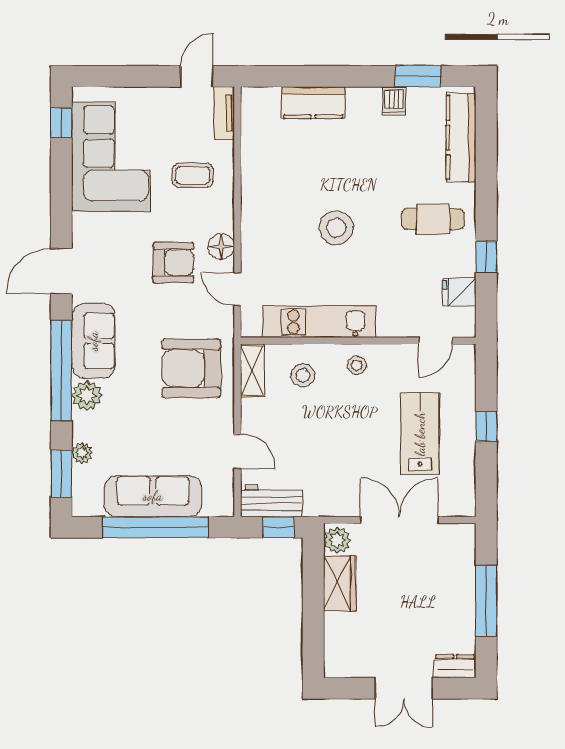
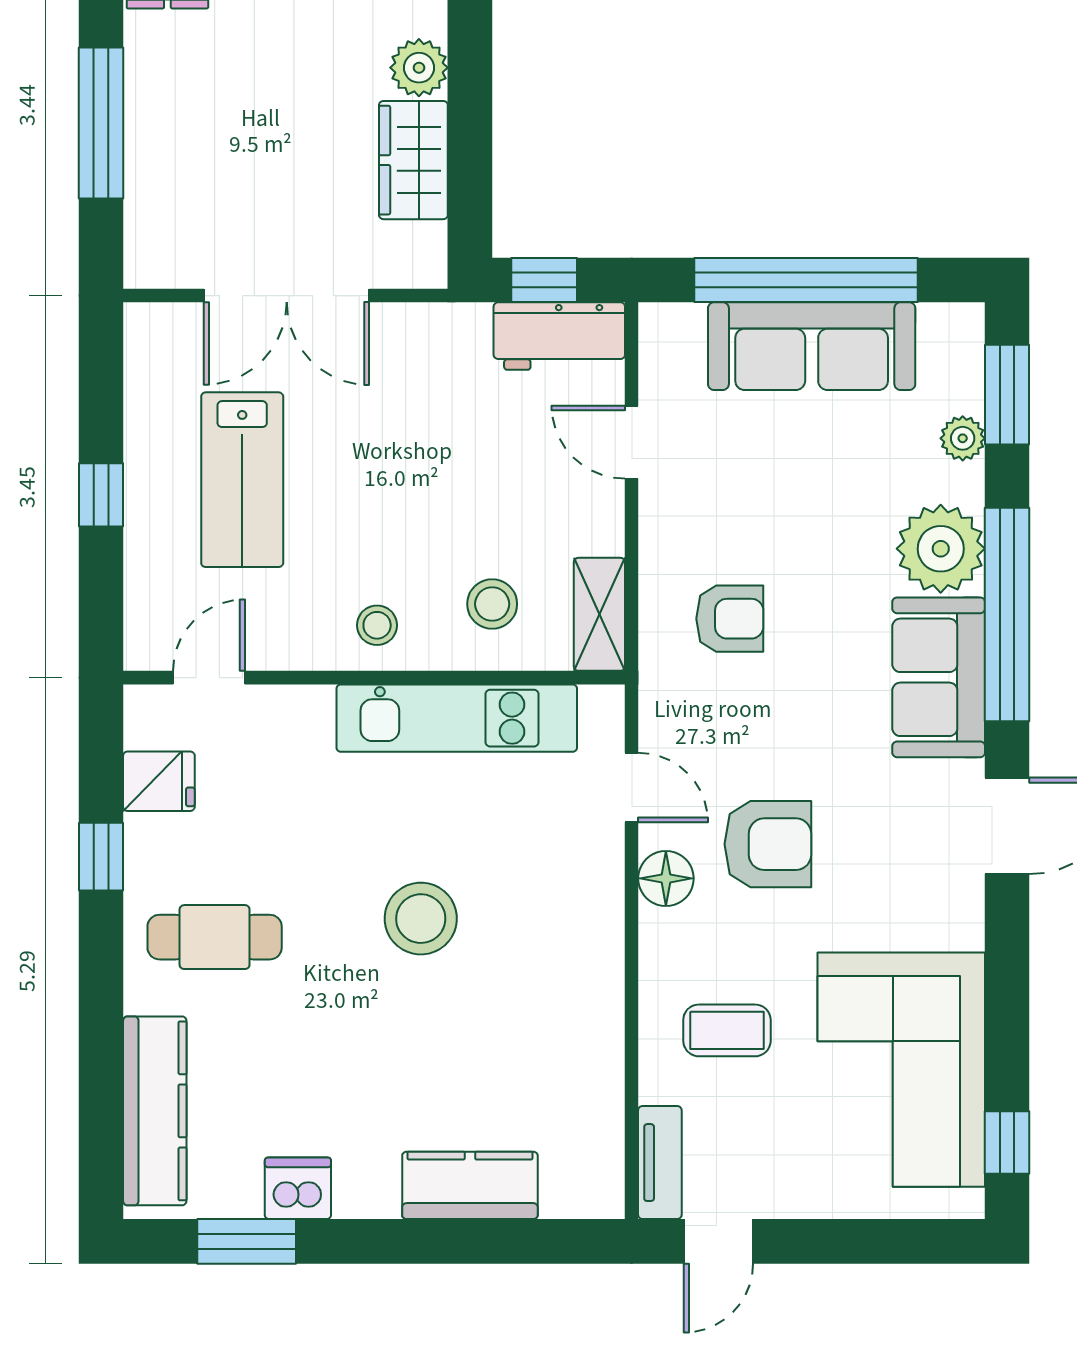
dishwasher: (394, 101) -> (298, 1188), width x1.38
armchair: (173, 263) -> (768, 844), turned 180
armchair: (191, 368) -> (730, 619), width x0.53, depth x0.53
plant: (87, 396) -> (941, 549), width x1.36, depth x1.36
plant: (337, 540) -> (419, 68), moved

